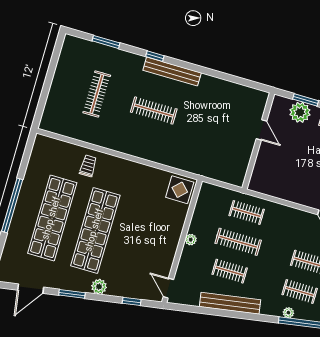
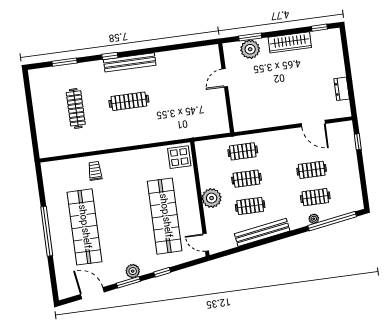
door: (261, 130) -> (225, 78), swing flipped
shop shelf: (95, 230) -> (165, 216), moved
plant: (191, 240) -> (212, 198), width x1.87, depth x1.87
clothes rail: (238, 242) -> (246, 179), width x0.73
plant: (99, 287) -> (133, 271), moved
door: (31, 289) -> (92, 293), swing flipped
window: (132, 301) -> (162, 272), moved

